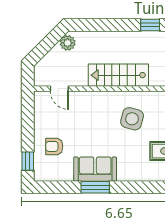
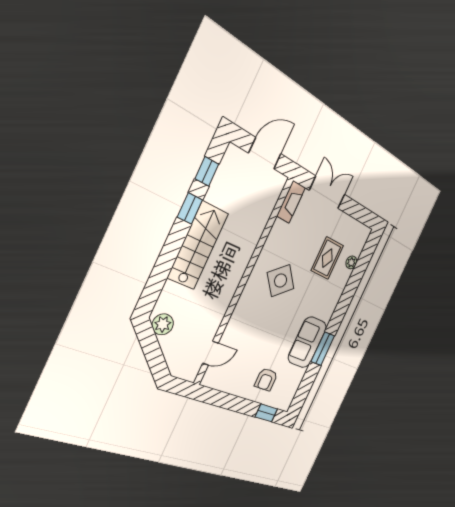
stairs: (118, 75) -> (198, 245), moved, turned 180
side table: (132, 119) -> (281, 281), turned 35

